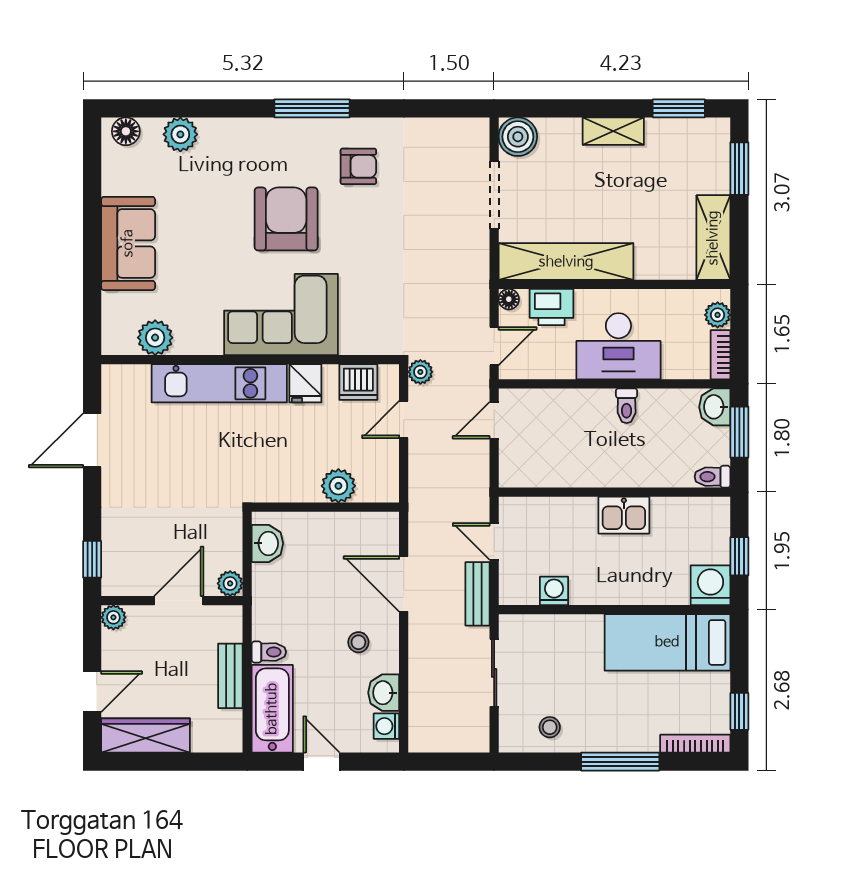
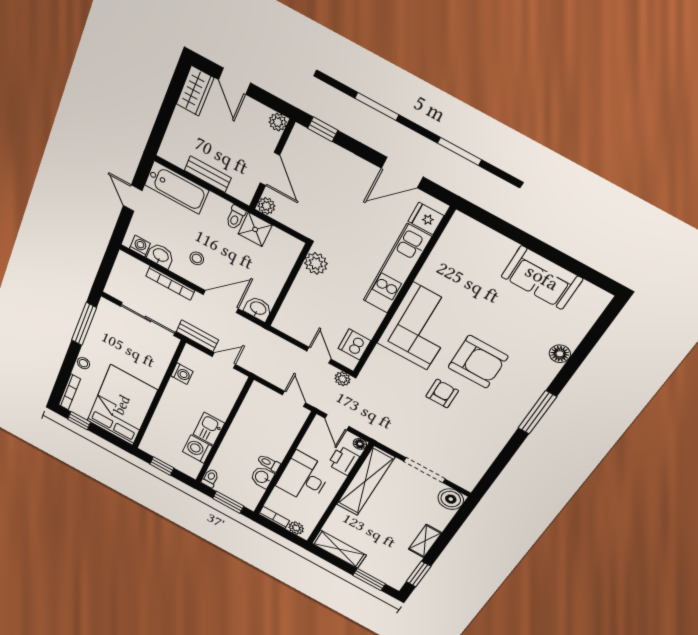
floor lamp: (126, 131) -> (560, 354), moved
plant: (180, 134) -> (571, 334), removed
armchair: (358, 166) -> (442, 394), moved, turned 180
sofa: (128, 243) -> (542, 278), moved
plant: (155, 338) -> (448, 248), removed
fridge: (305, 383) -> (426, 219), moved
washbasin: (715, 407) -> (262, 477), moved, turned -90
door: (92, 440) -> (402, 173), swing flipped
plant: (338, 486) -> (316, 263), moved
washbasin: (267, 543) -> (258, 309), moved, turned 180
shower: (271, 584) -> (255, 229), added
washing machine: (710, 585) -> (197, 449), moved, turned 180
bed: (667, 642) -> (122, 405), width x1.50
toilet: (269, 652) -> (236, 217), moved
bookcase: (418, 663) -> (170, 283), added
sliding door: (494, 673) -> (148, 319), width x1.37
stool: (550, 727) -> (83, 363), moved
wardrobe: (146, 735) -> (195, 91), width x0.67
door: (321, 762) -> (133, 198), swing flipped
window: (620, 762) -> (84, 324), moved

